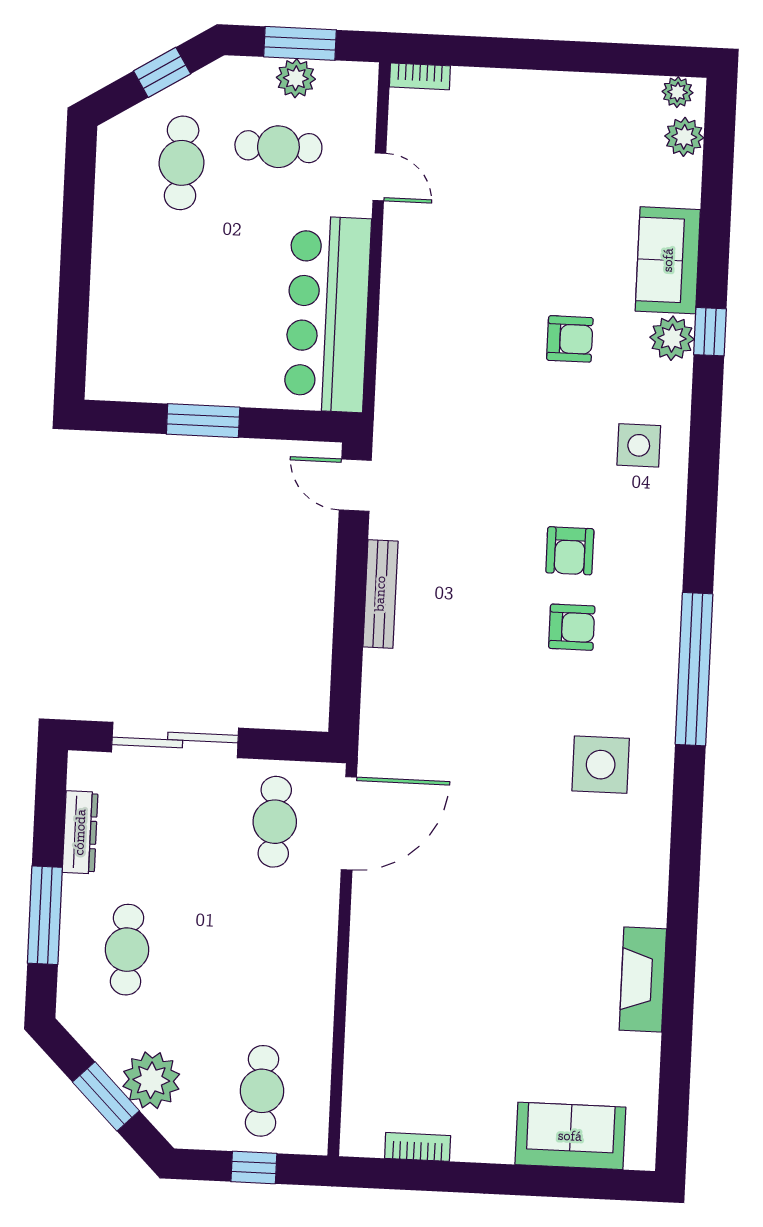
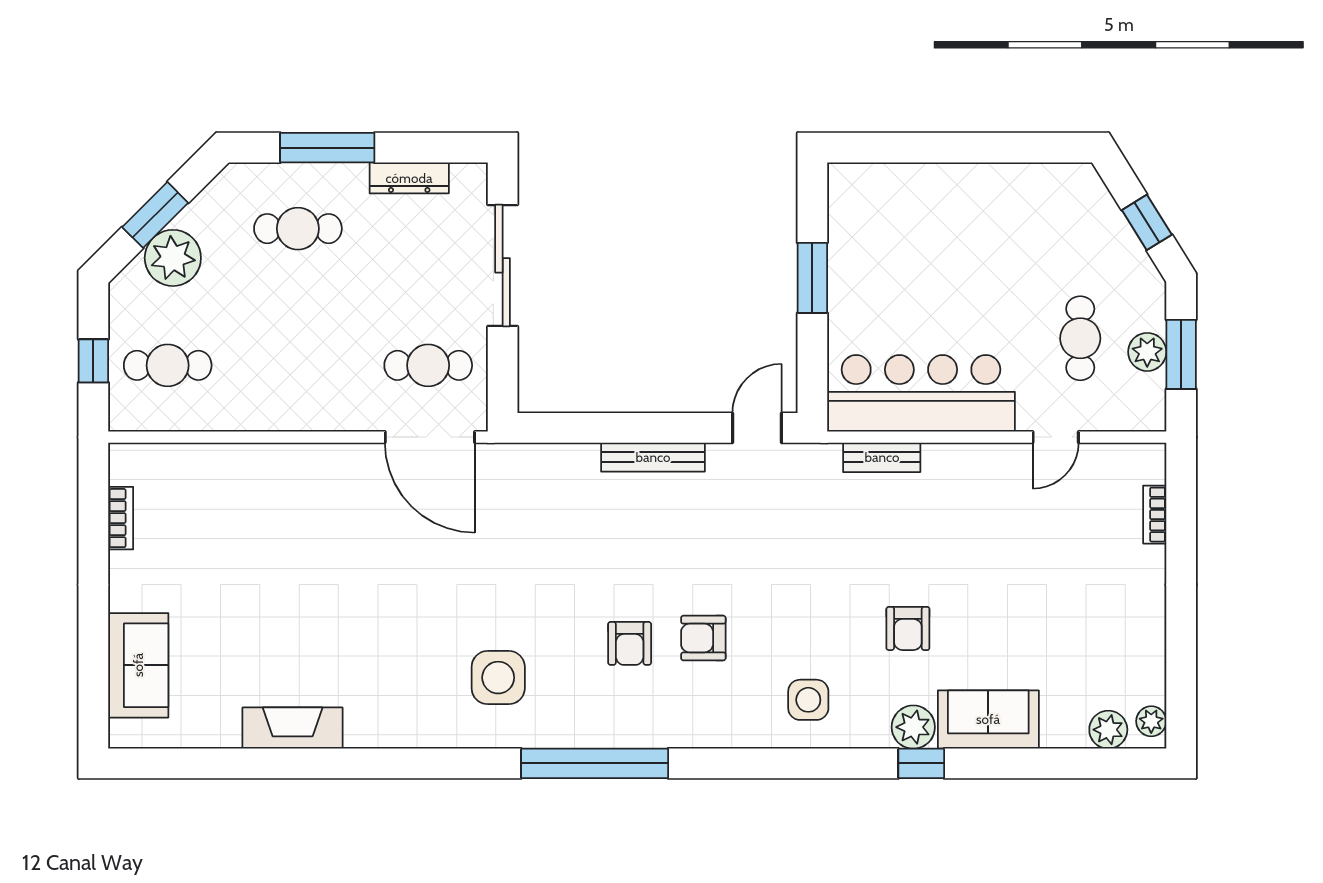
bookcase: (420, 76) -> (1155, 515), moved
cafe table: (182, 163) -> (1060, 245), removed
bench: (392, 358) -> (882, 457), added

